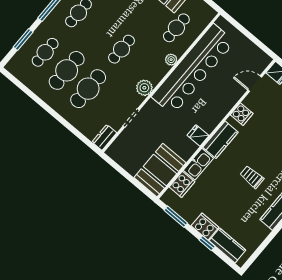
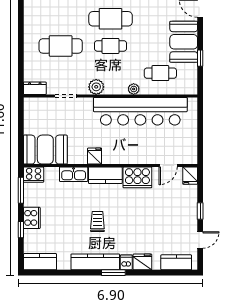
cafe table: (67, 70) -> (111, 19), moved
door: (255, 84) -> (168, 166), swing flipped
cooker: (242, 114) -> (137, 177), width x1.87, depth x1.31
cooker: (182, 184) -> (34, 175), moved
kitchen counter: (227, 245) -> (40, 262), moved, turned -90

